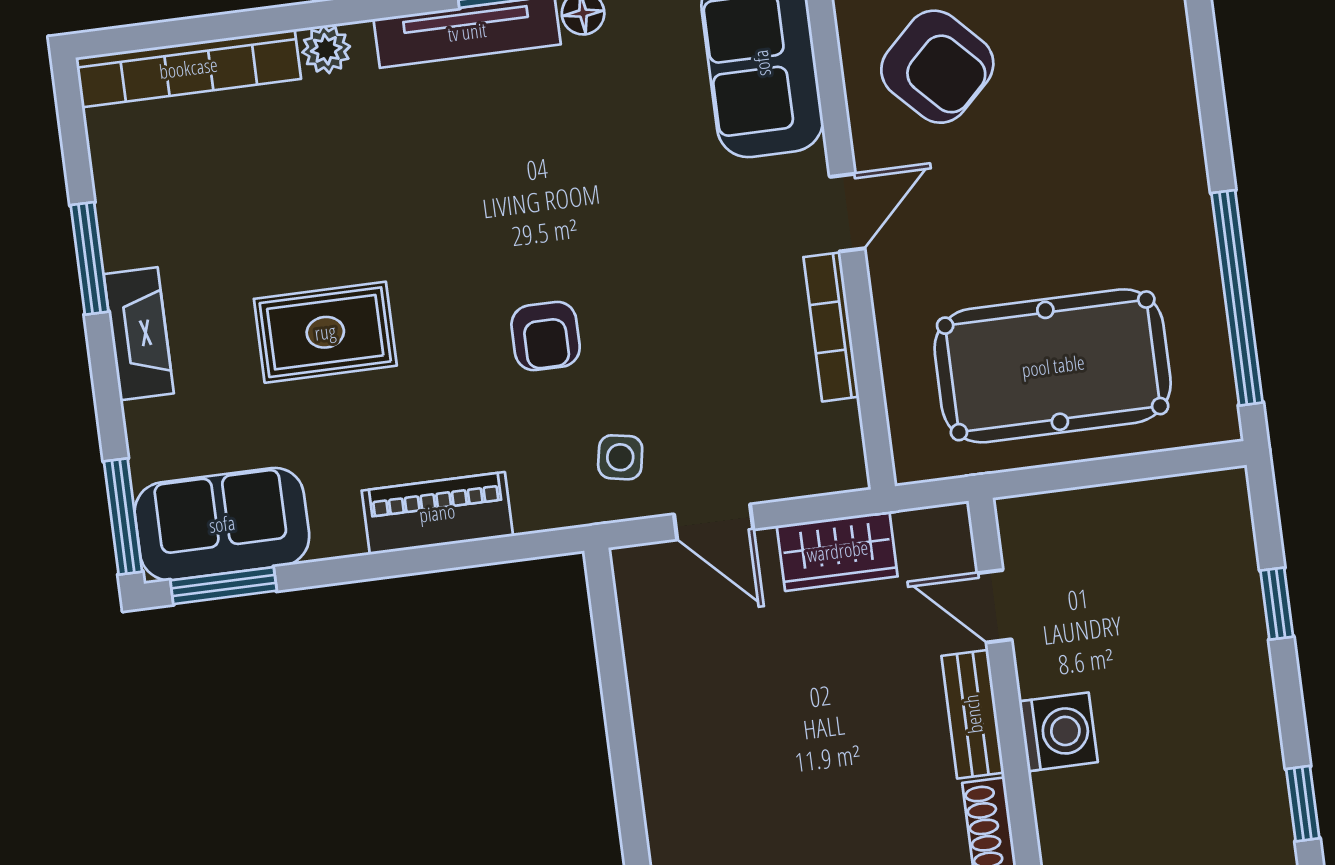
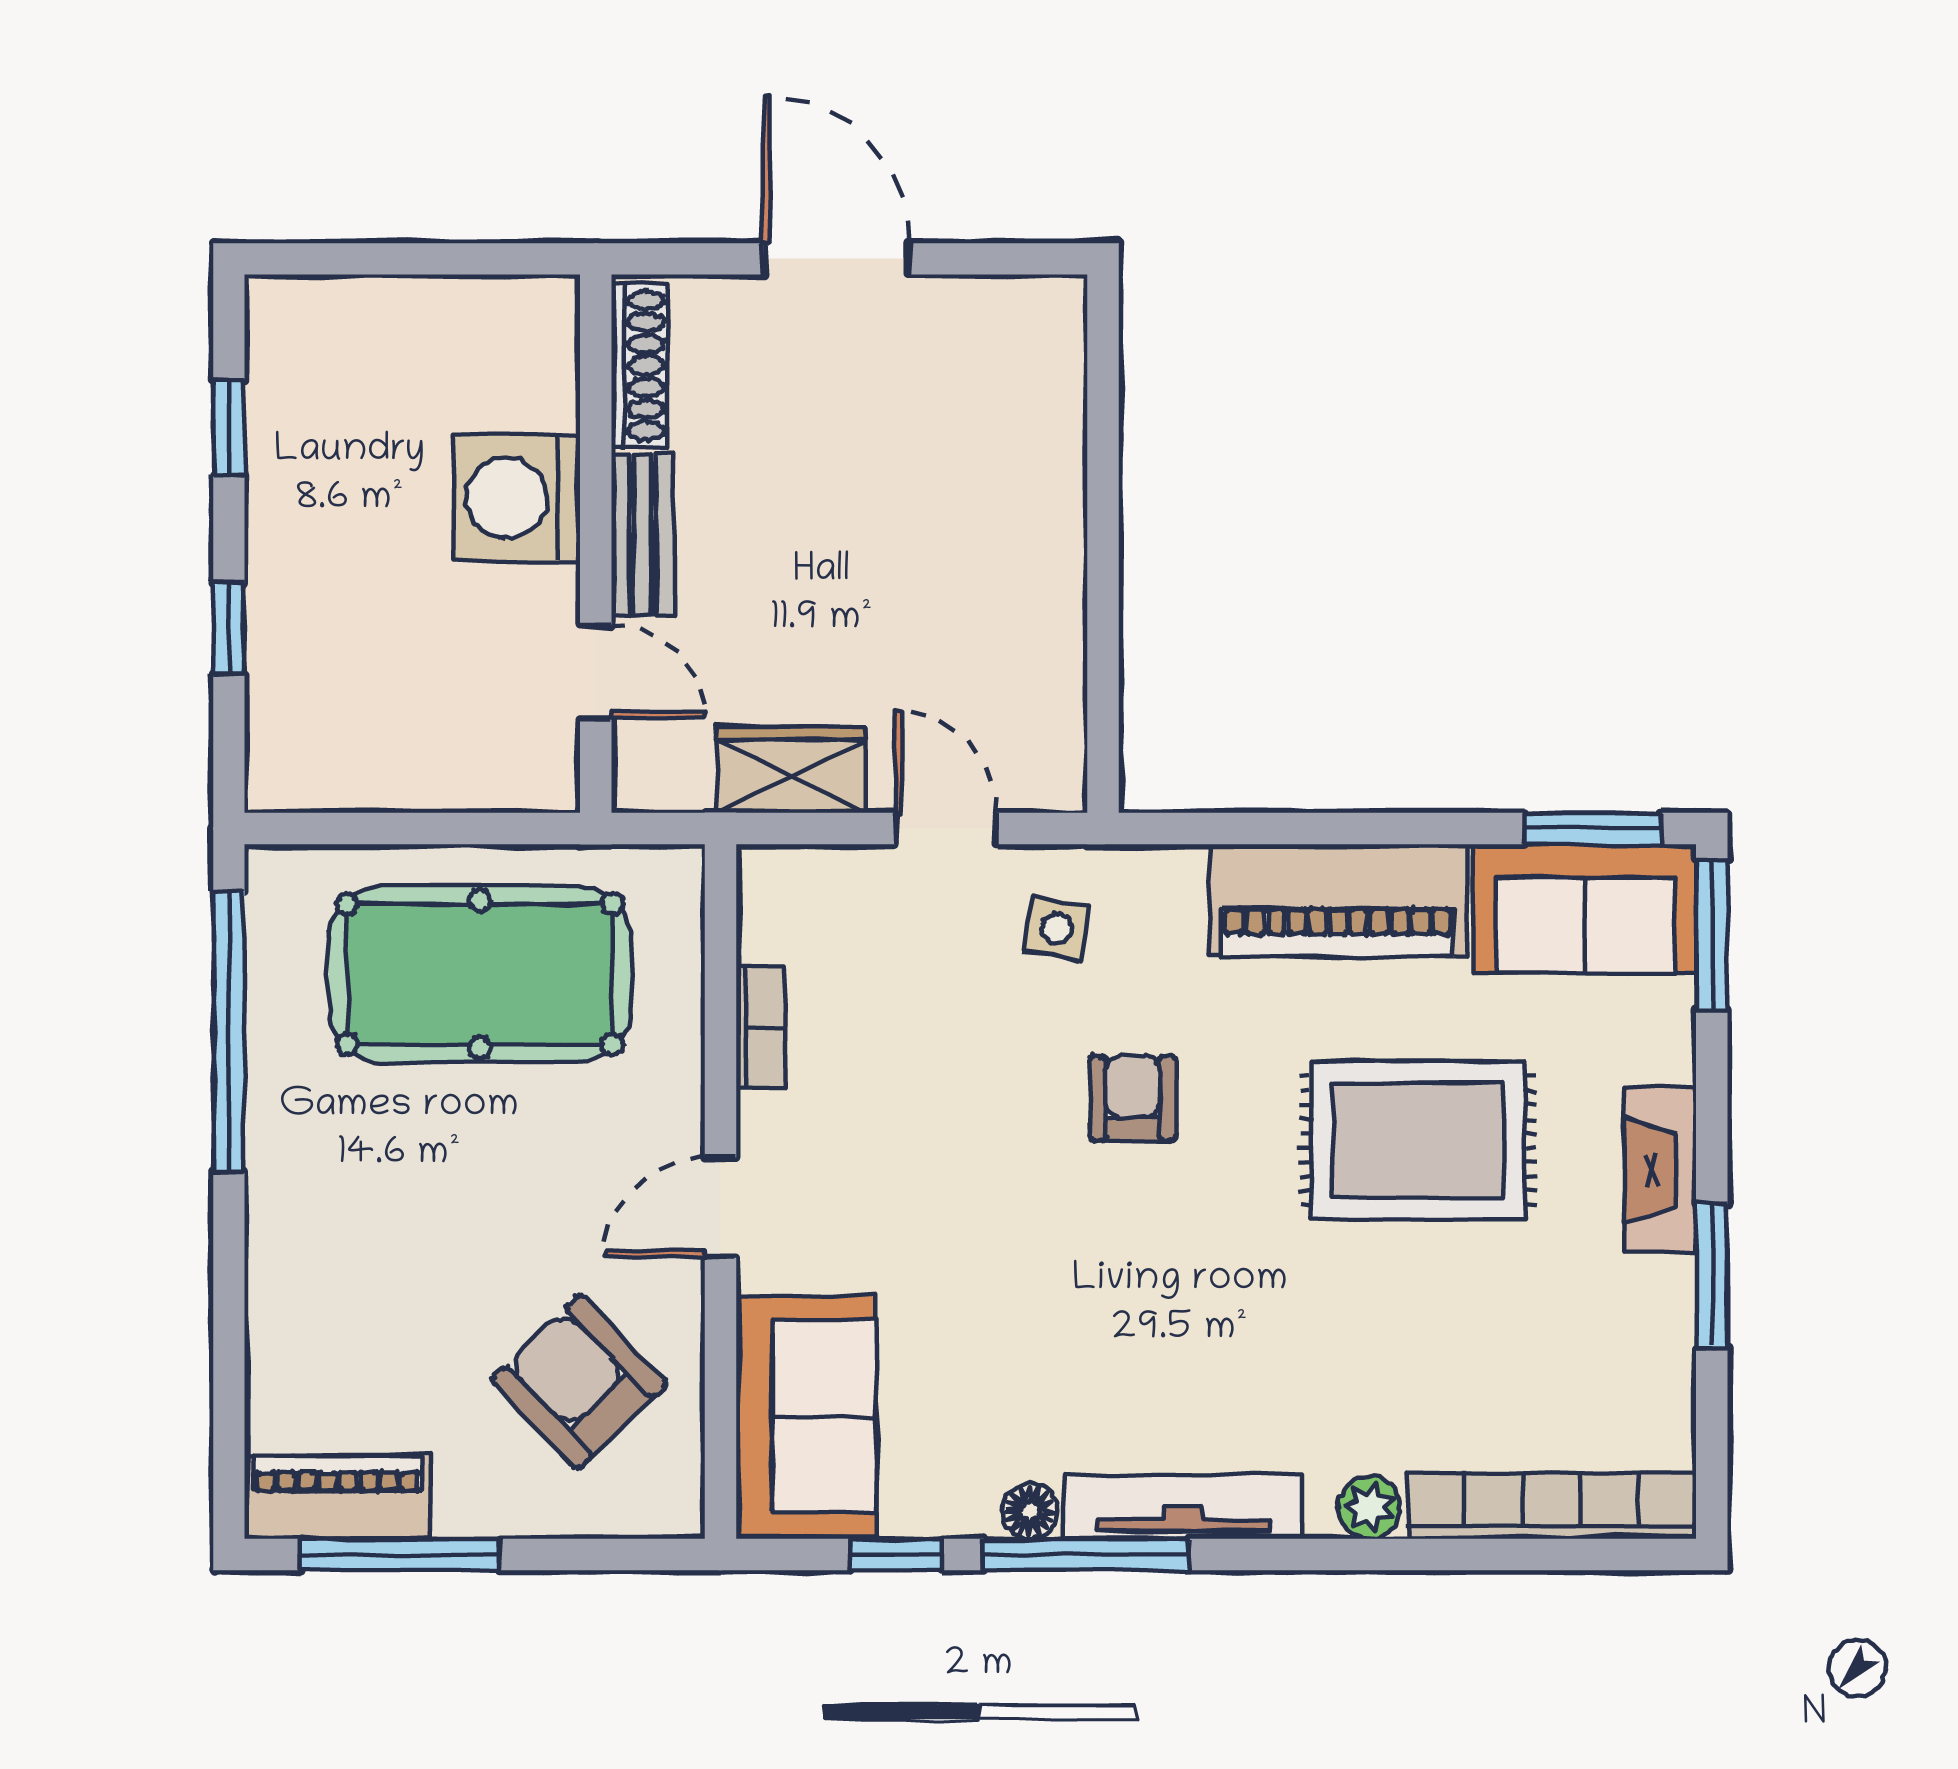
bookcase: (831, 327) -> (761, 1028), width x0.64
rug: (325, 332) -> (1418, 1140), width x1.36, depth x1.43
piano: (437, 513) -> (1338, 900), width x1.37, depth x1.33
washing machine: (1058, 732) -> (517, 498), width x1.37, depth x1.37
window: (1303, 804) -> (229, 428), moved

